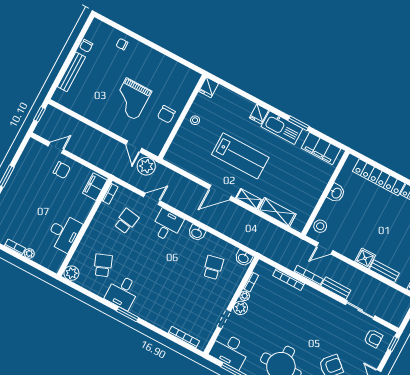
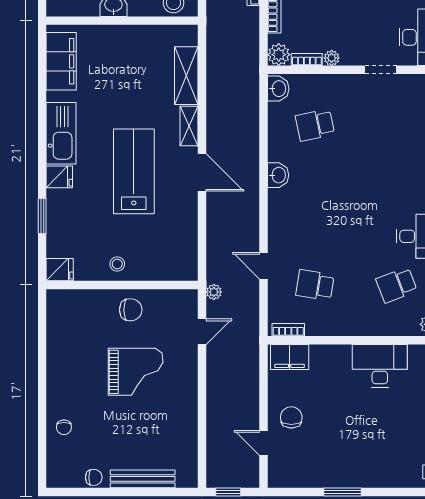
window: (298, 123) -> (42, 216), moved
plant: (146, 166) -> (214, 292), width x0.53, depth x0.53
desk: (167, 225) -> (290, 223), removed
plant: (241, 308) -> (279, 55), moved

